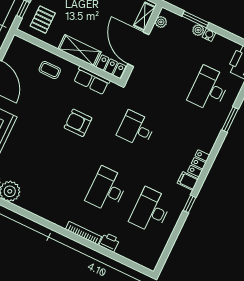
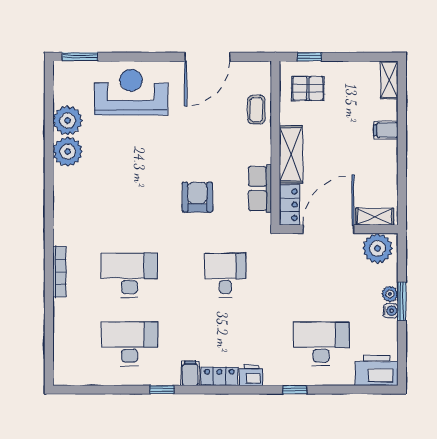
window: (195, 19) -> (402, 301), moved
plant: (161, 22) -> (378, 248), width x1.88, depth x1.88
coffee table: (50, 70) -> (256, 110), moved
window: (230, 119) -> (295, 390), width x0.67
printer: (109, 242) -> (251, 375), moved, turned -90

